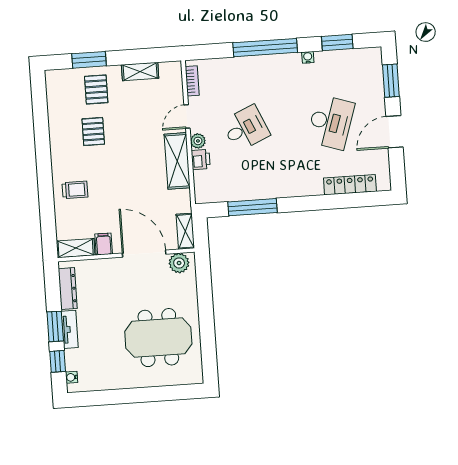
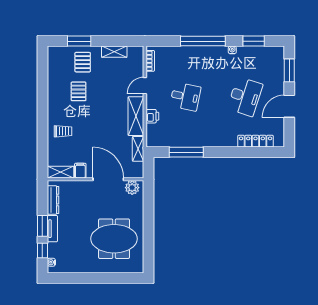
desk: (246, 128) -> (185, 97), turned 36
plant: (198, 141) -> (151, 103), removed
shelving: (185, 231) -> (138, 149), moved

